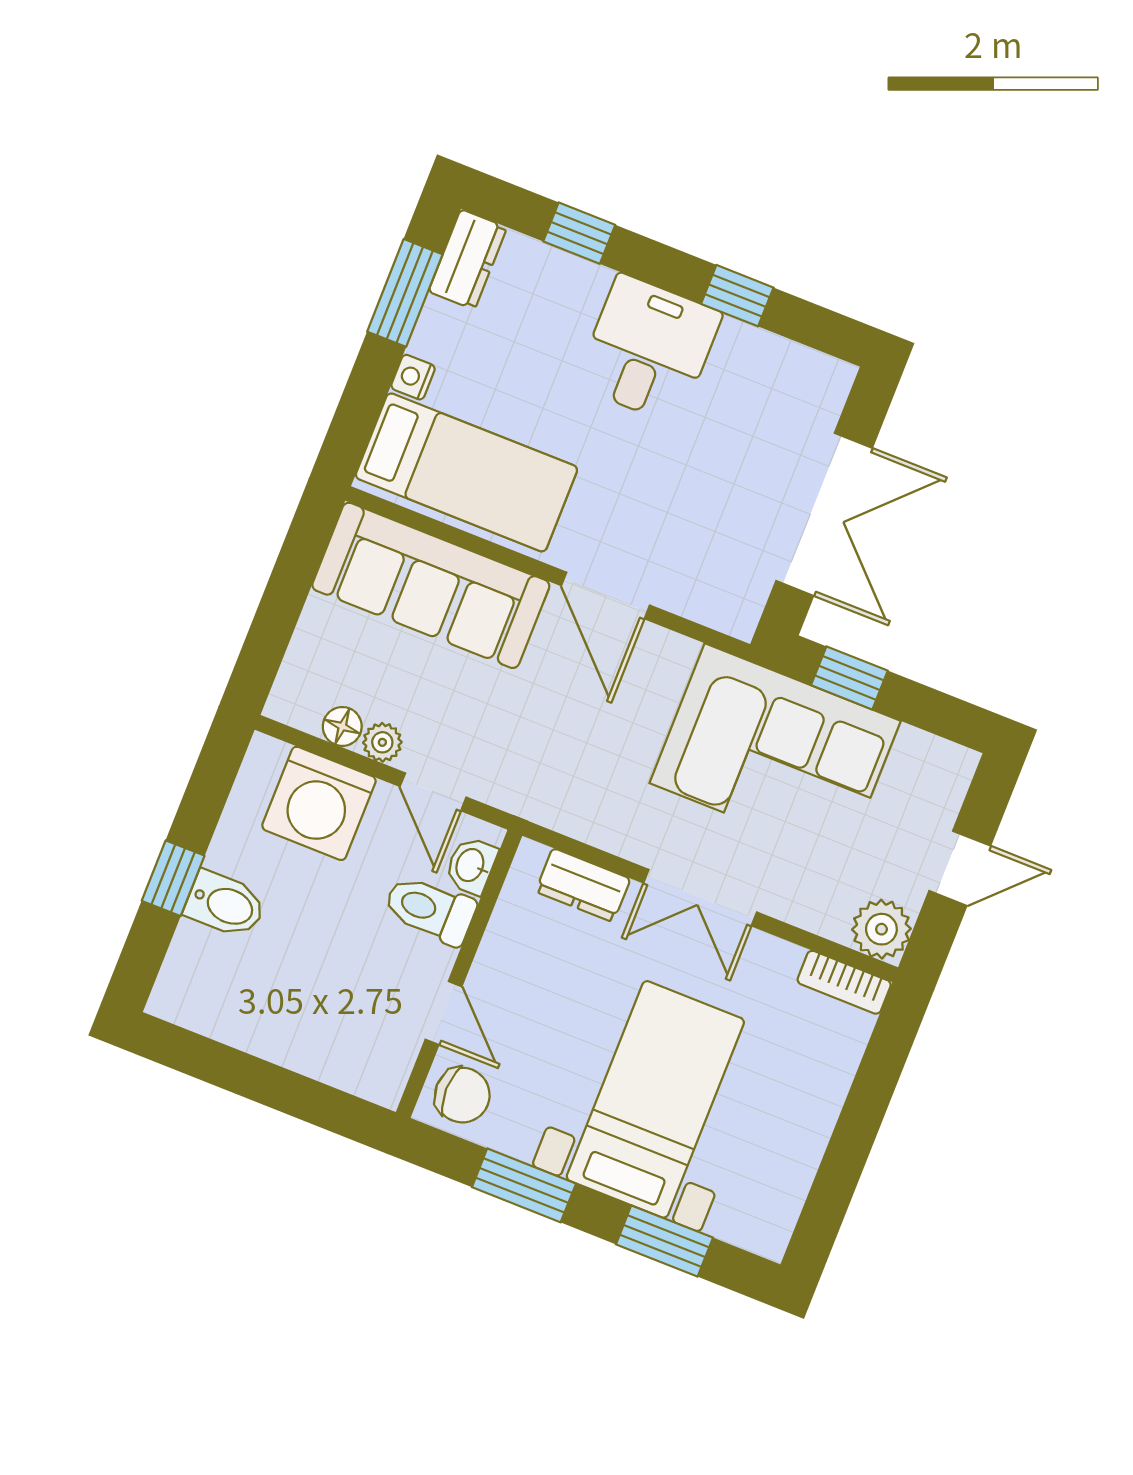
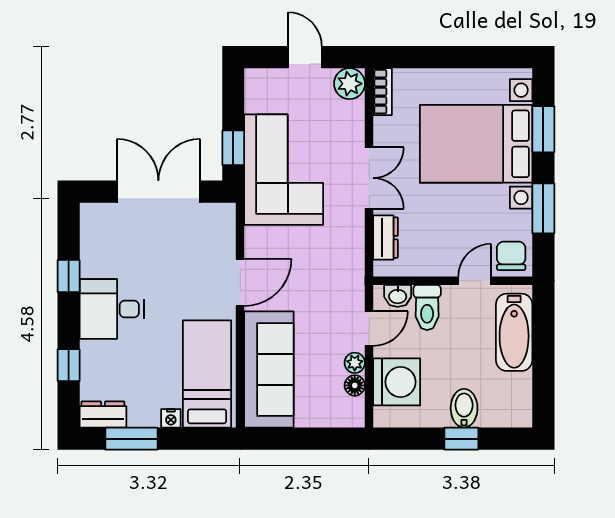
bathtub: (325, 1047) -> (514, 332), added
bed with nightstands: (655, 1099) -> (476, 144), width x1.36

